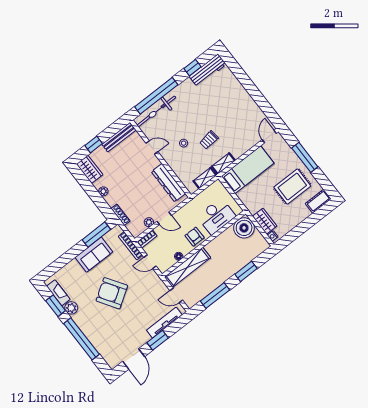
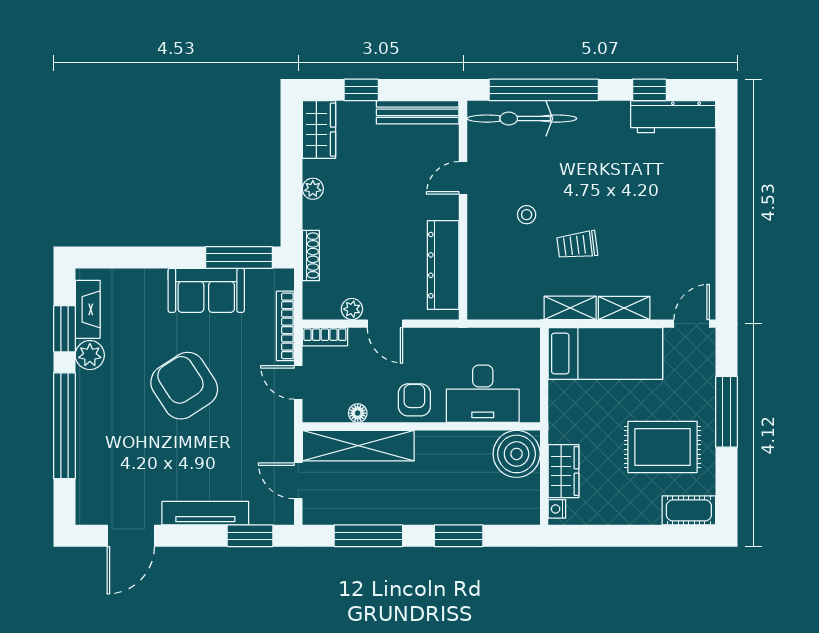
door: (152, 147) -> (463, 178), swing flipped
shelving: (205, 178) -> (624, 308), moved
tv unit: (164, 323) -> (205, 513), moved
window: (158, 340) -> (250, 536), moved

